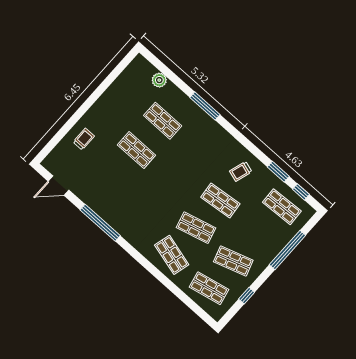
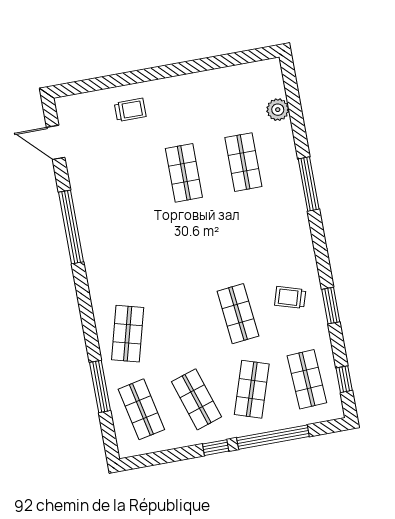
window: (278, 172) -> (331, 306), moved
shop shelf: (196, 228) -> (252, 389), moved, turned 33
window: (179, 293) -> (100, 387), added
window: (247, 296) -> (216, 448), moved

